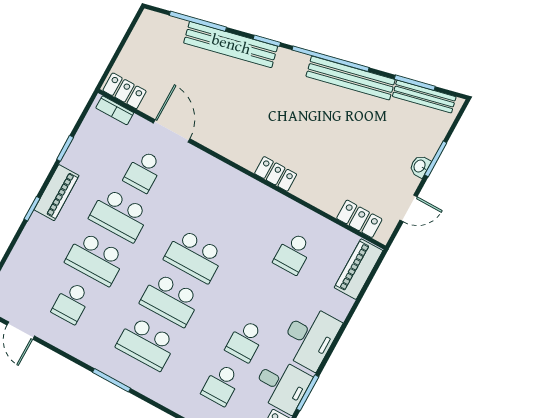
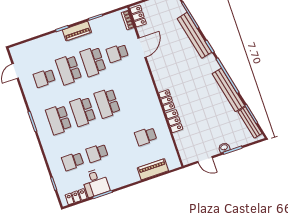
locker: (359, 219) -> (174, 121), moved
piano: (358, 269) -> (153, 169), moved
desk: (310, 337) -> (123, 174), removed

